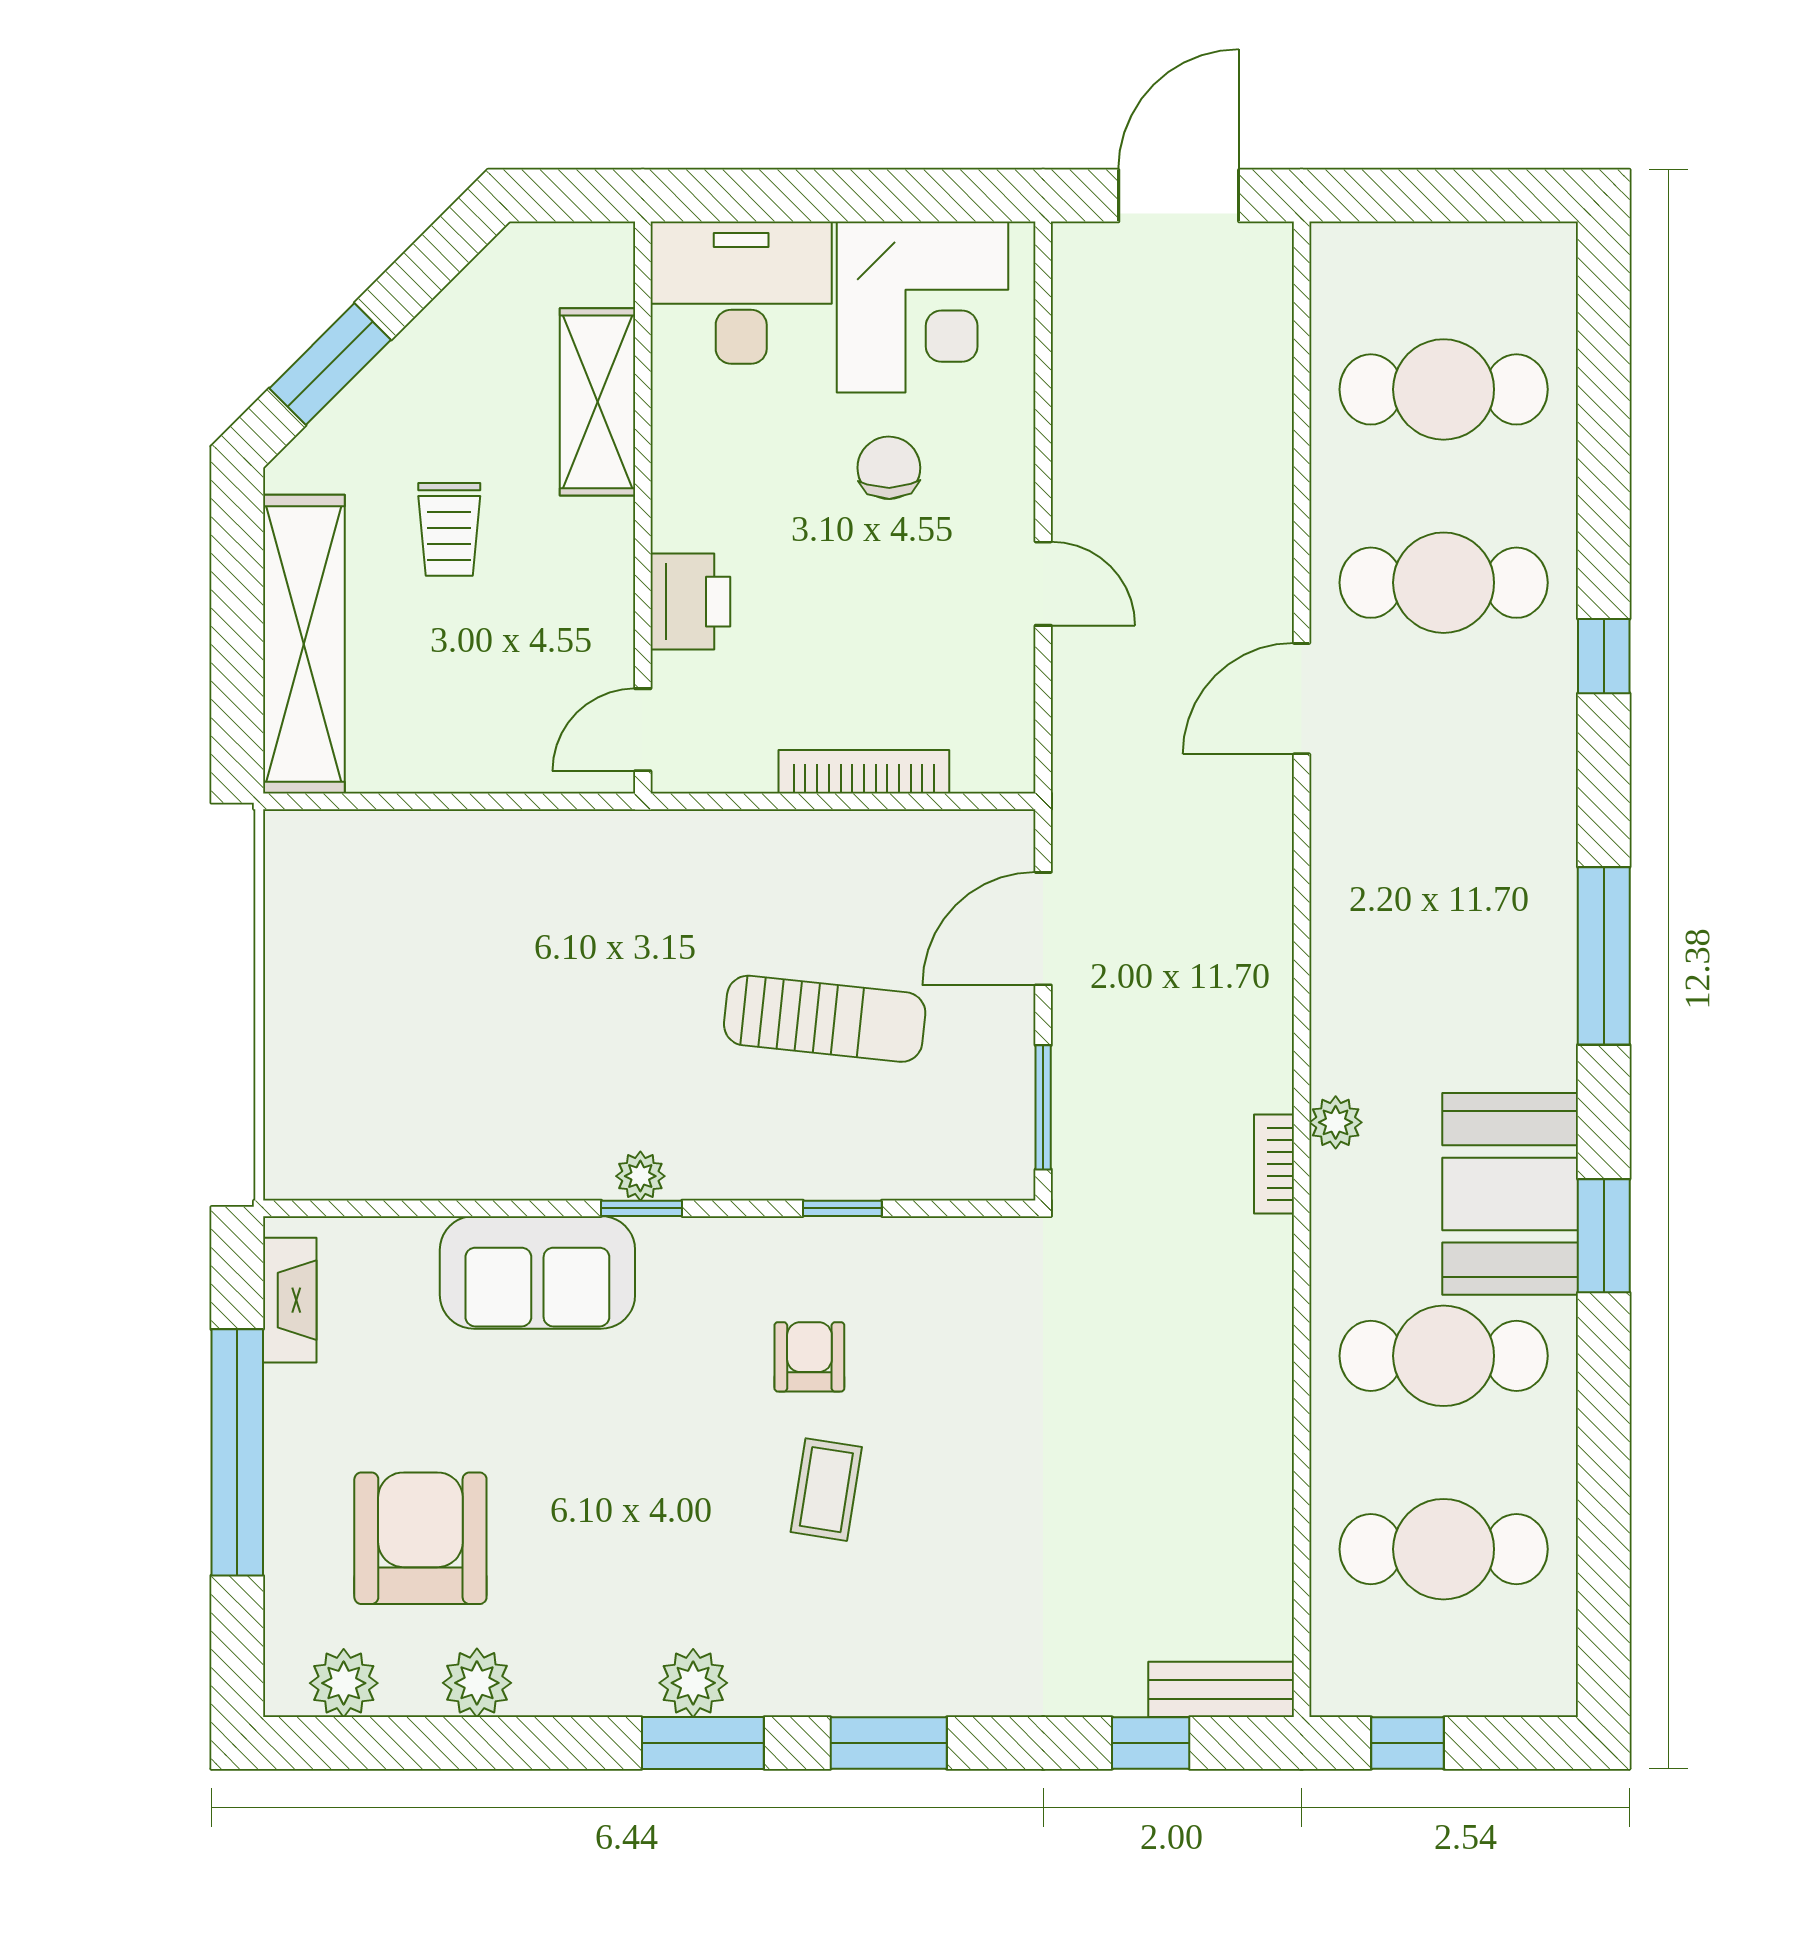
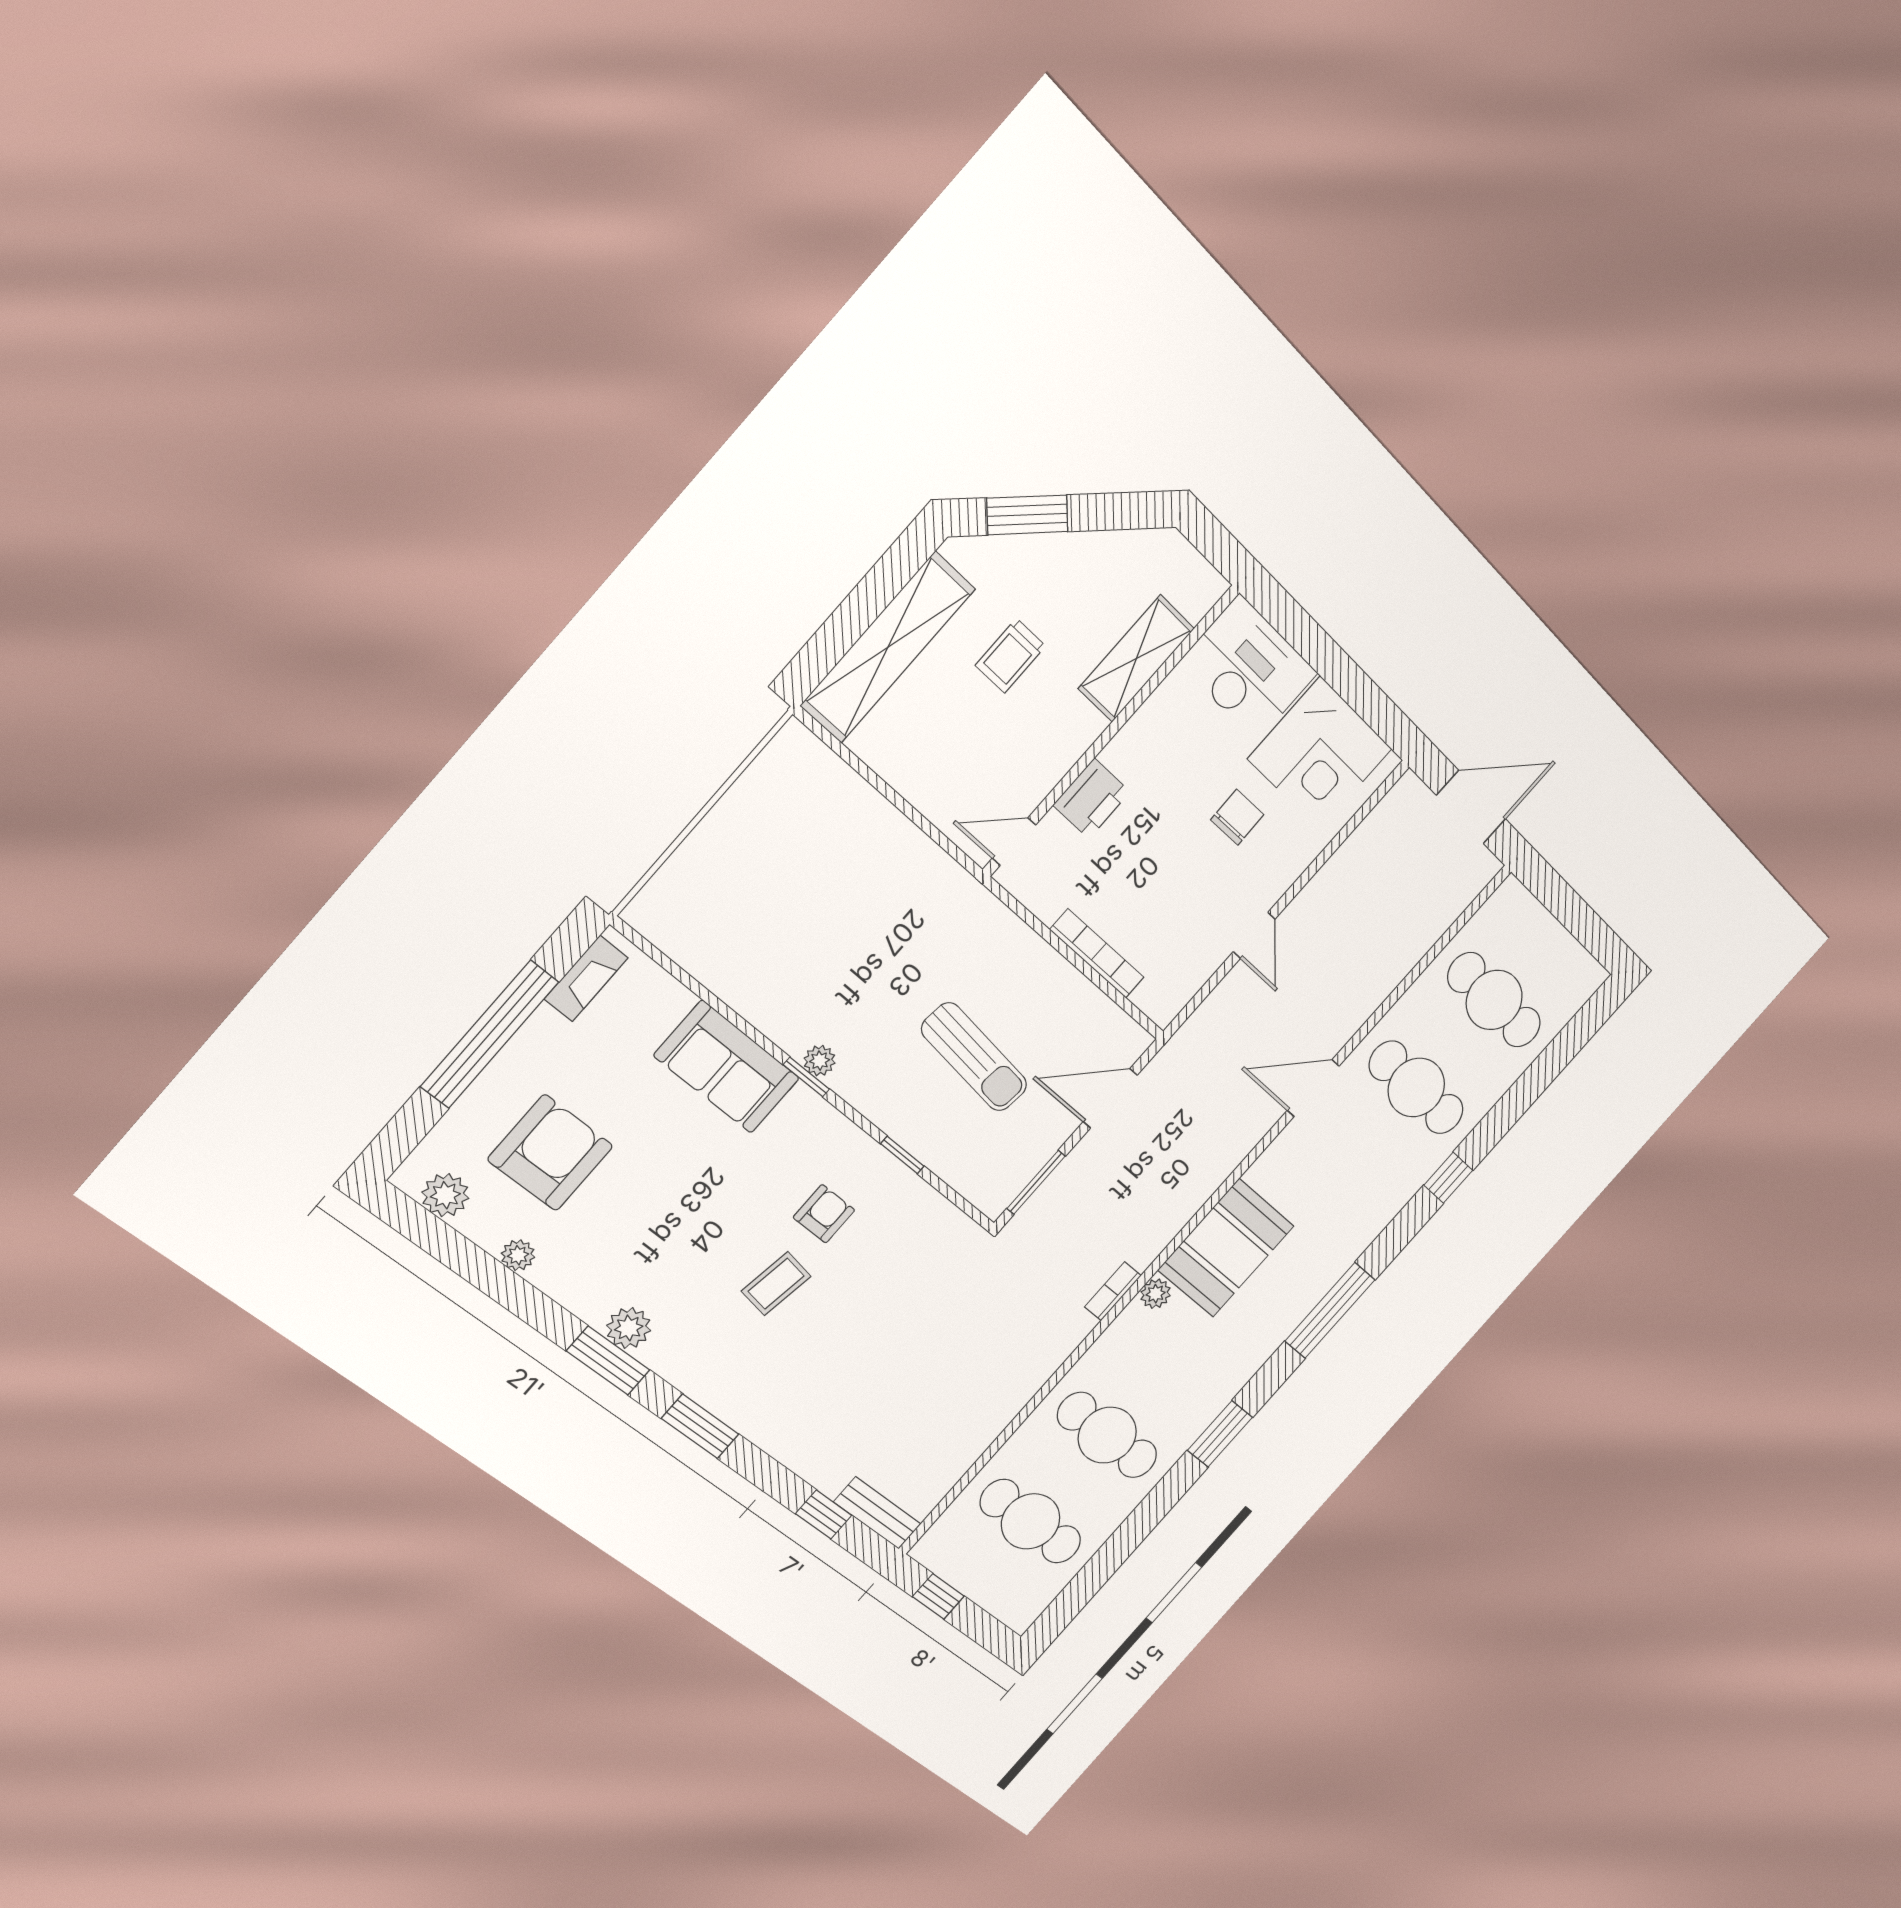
booth: (1510, 1194) -> (1226, 1248), moved
plant: (477, 1683) -> (518, 1255), width x0.73, depth x0.73

